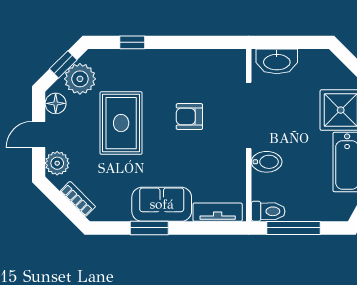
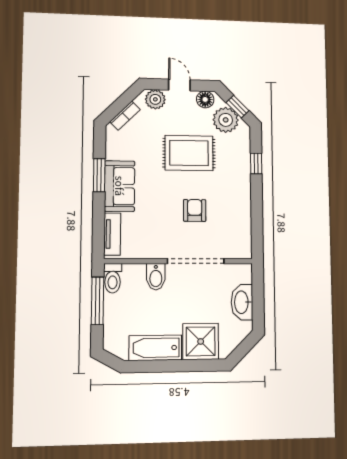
washbasin: (277, 61) -> (242, 302), moved

